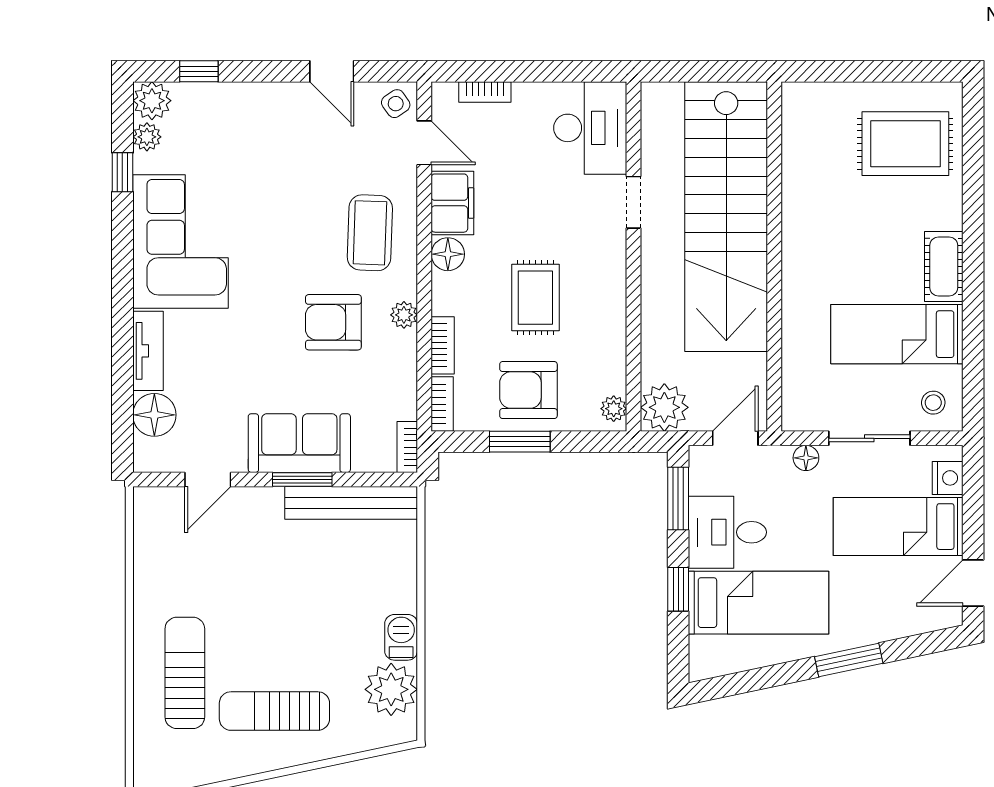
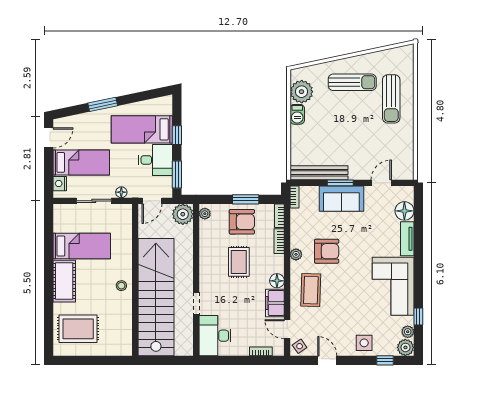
side table: (247, 111) -> (364, 343), added
cot: (944, 266) -> (64, 281), width x1.37, depth x1.34
stool: (933, 403) -> (121, 286), moved

